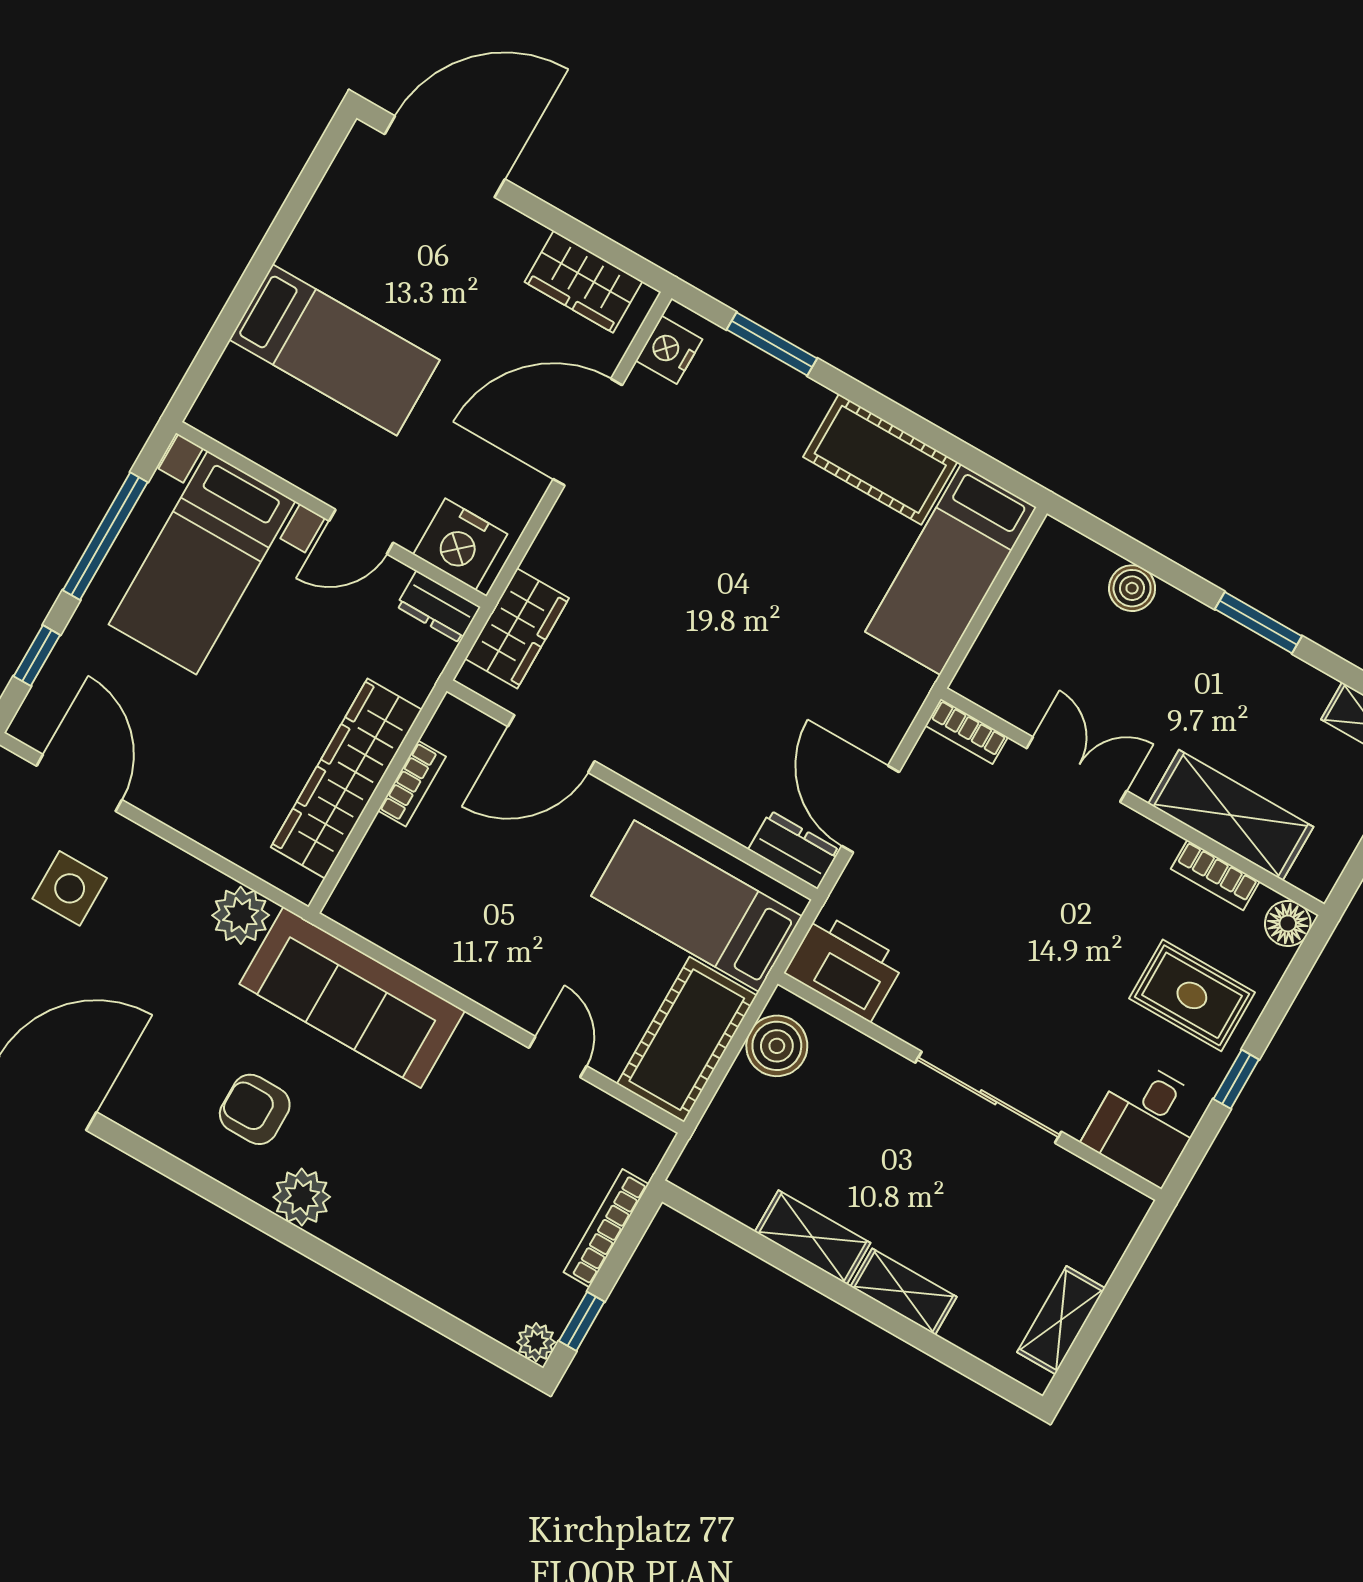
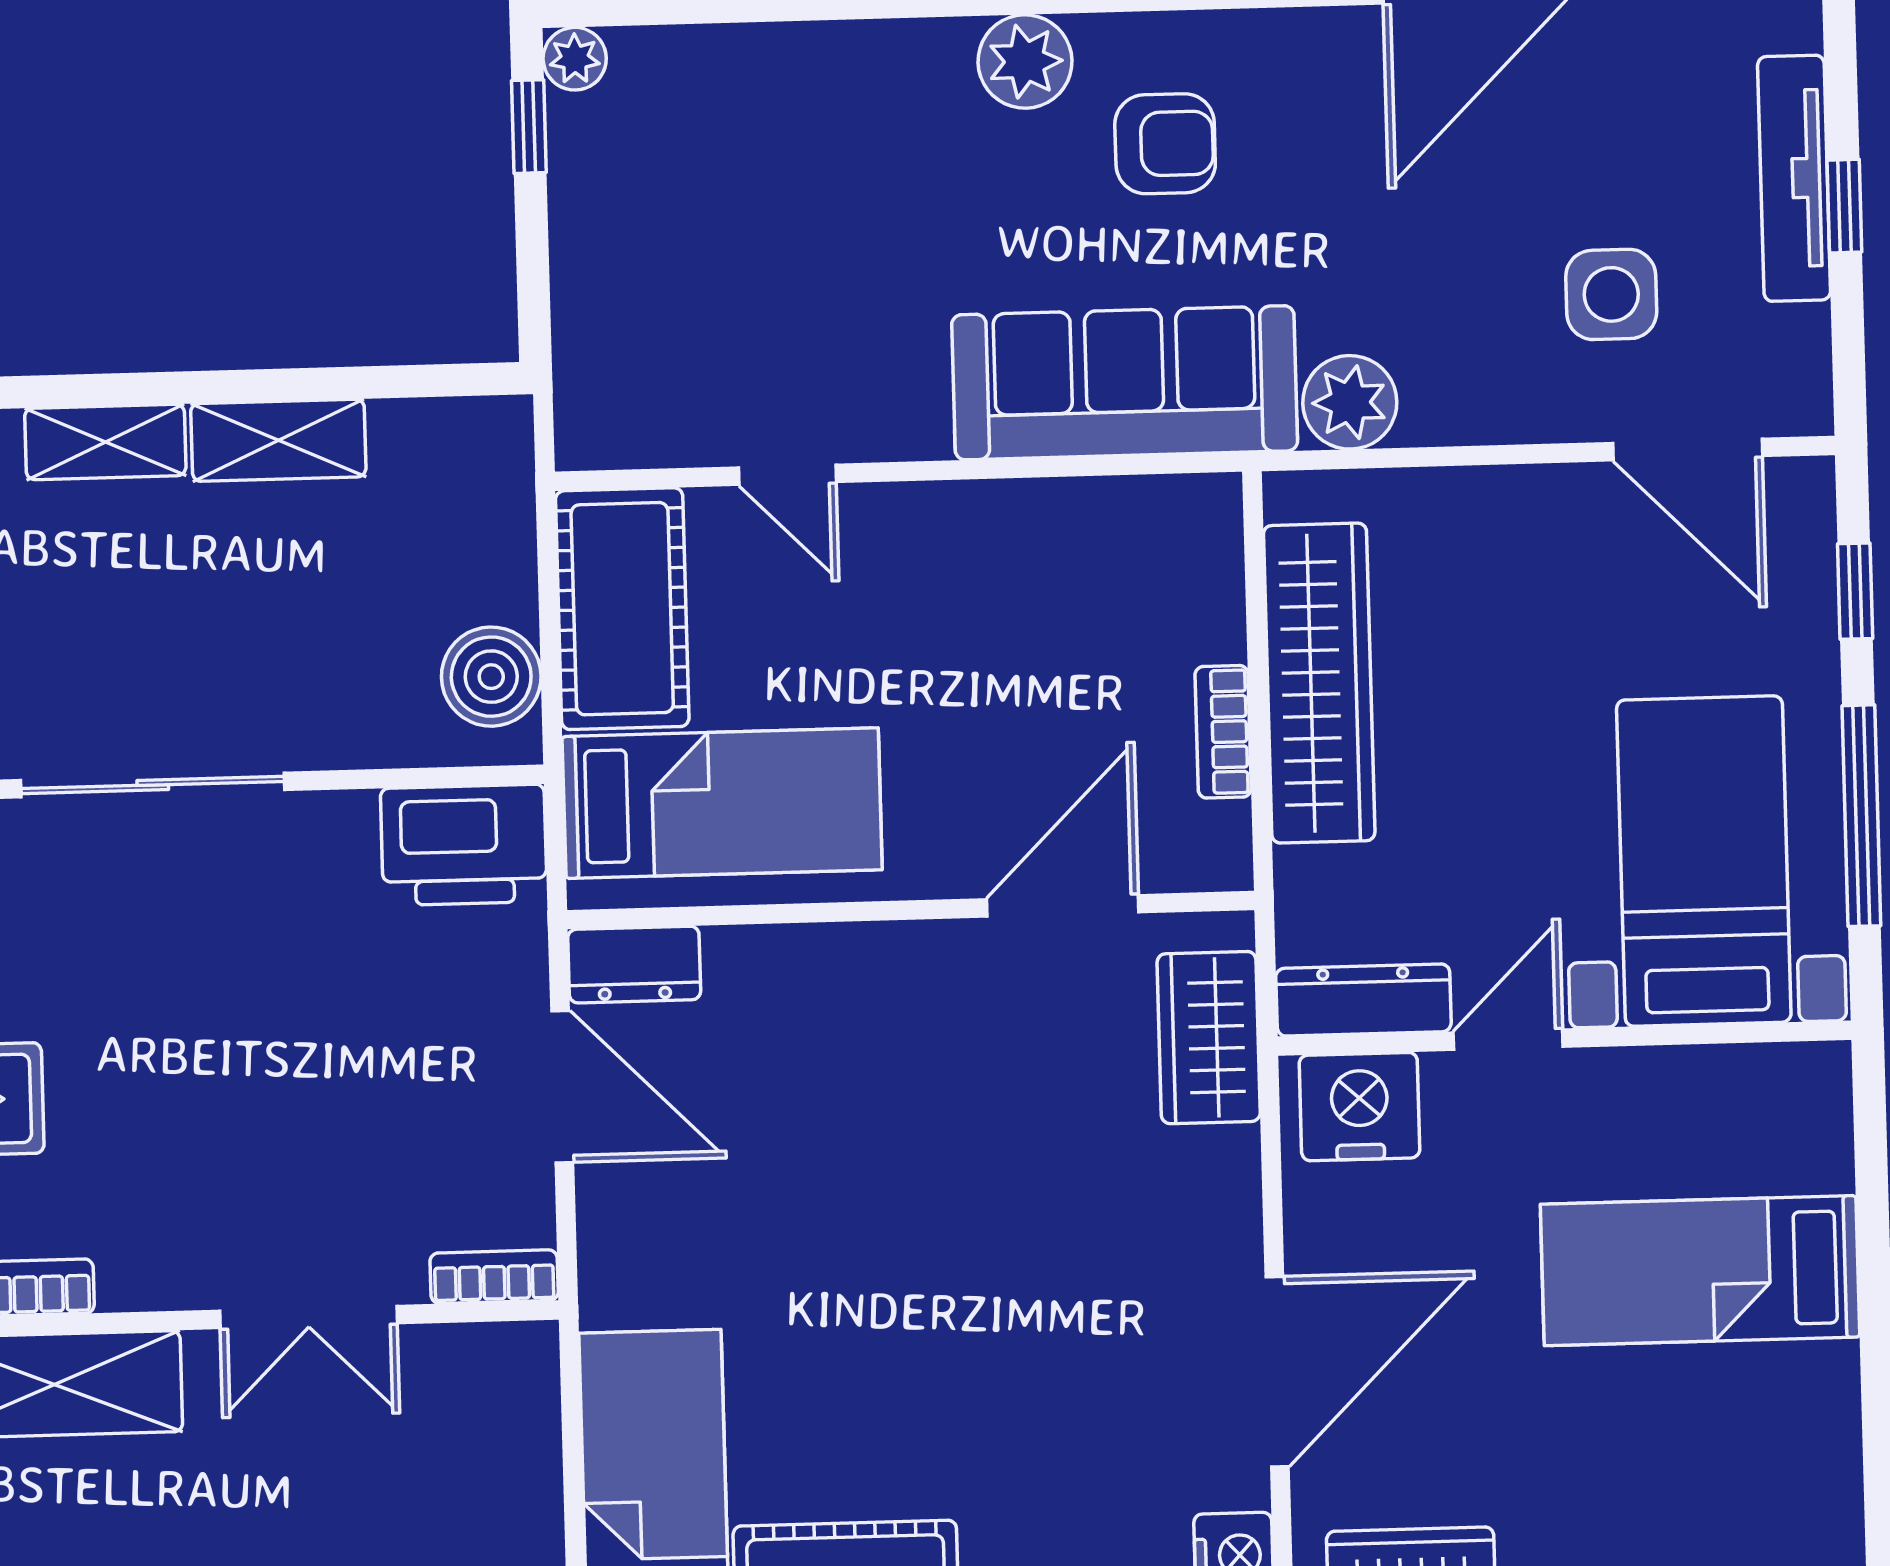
dresser: (438, 607) -> (1363, 1000), width x1.44
bookcase: (606, 1228) -> (574, 277), removed

